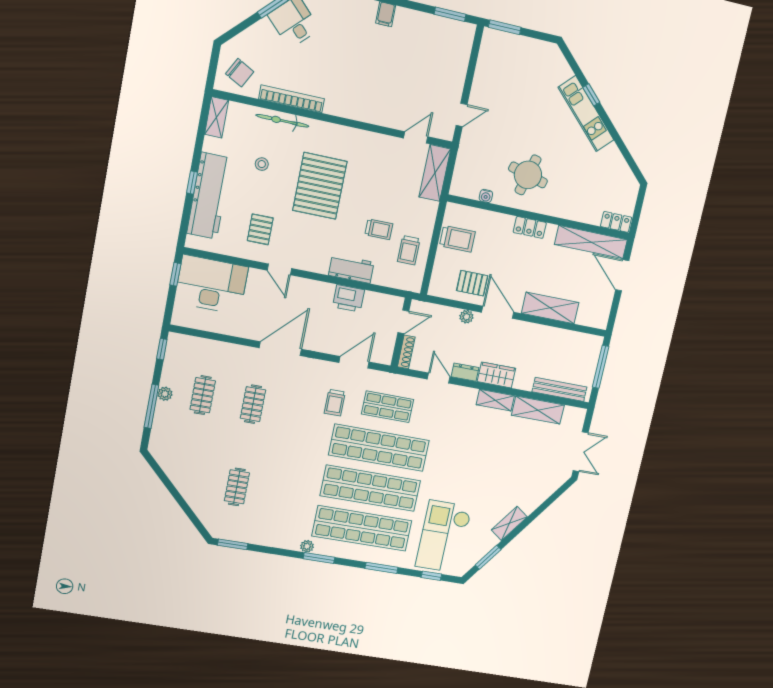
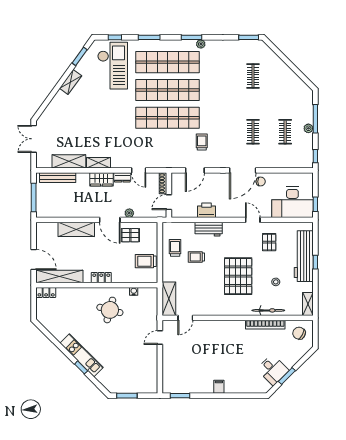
window: (505, 27) -> (127, 396), moved
chair: (256, 326) -> (261, 182), added
shop shelf: (388, 407) -> (168, 146), removed

